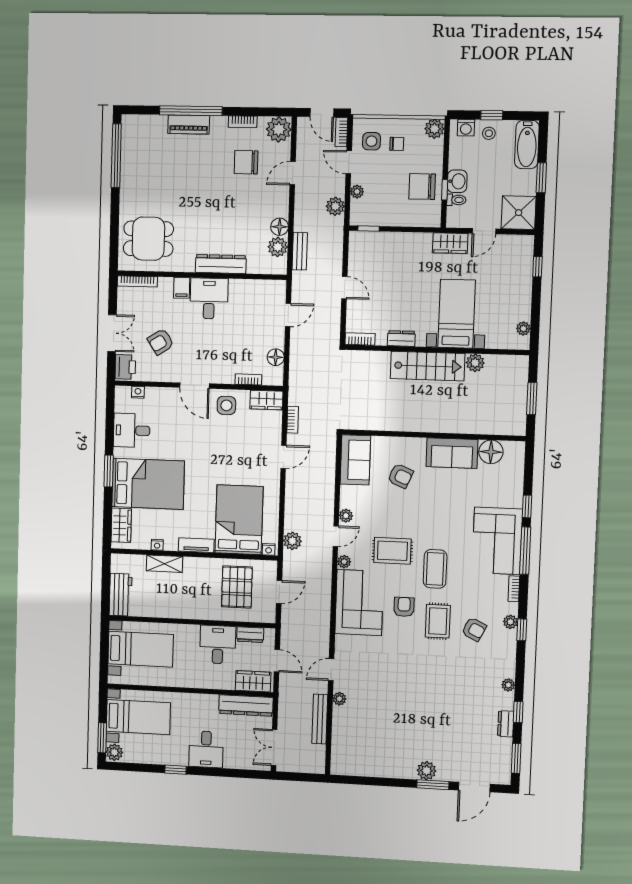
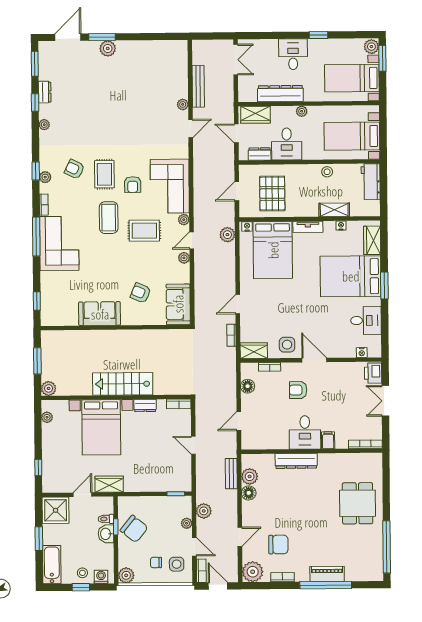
chair: (422, 187) -> (134, 529), turned 39
dining table: (148, 239) -> (358, 503), moved, turned 90
bed with nightstands: (457, 314) -> (101, 427), width x1.36
armchair: (161, 342) -> (298, 390), moved, turned -147
plant: (475, 363) -> (49, 388), moved
floor lamp: (491, 452) -> (68, 316), removed
window: (527, 506) -> (37, 301), moved
stool: (171, 609) -> (327, 172), added
plant: (199, 682) -> (302, 111), added
dresser: (246, 706) -> (280, 94), moved

